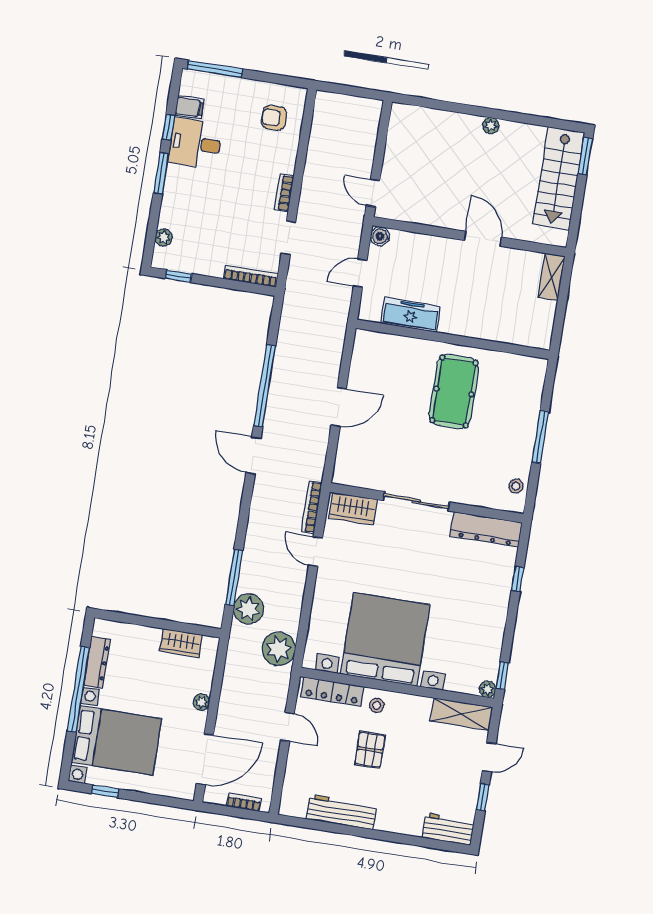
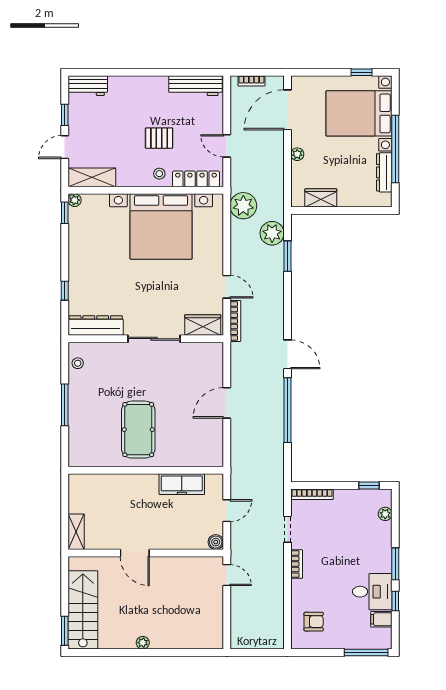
window: (234, 577) -> (287, 256), width x0.69
pallet: (370, 750) -> (159, 138), turned 90
workbench: (341, 812) -> (196, 86), moved

